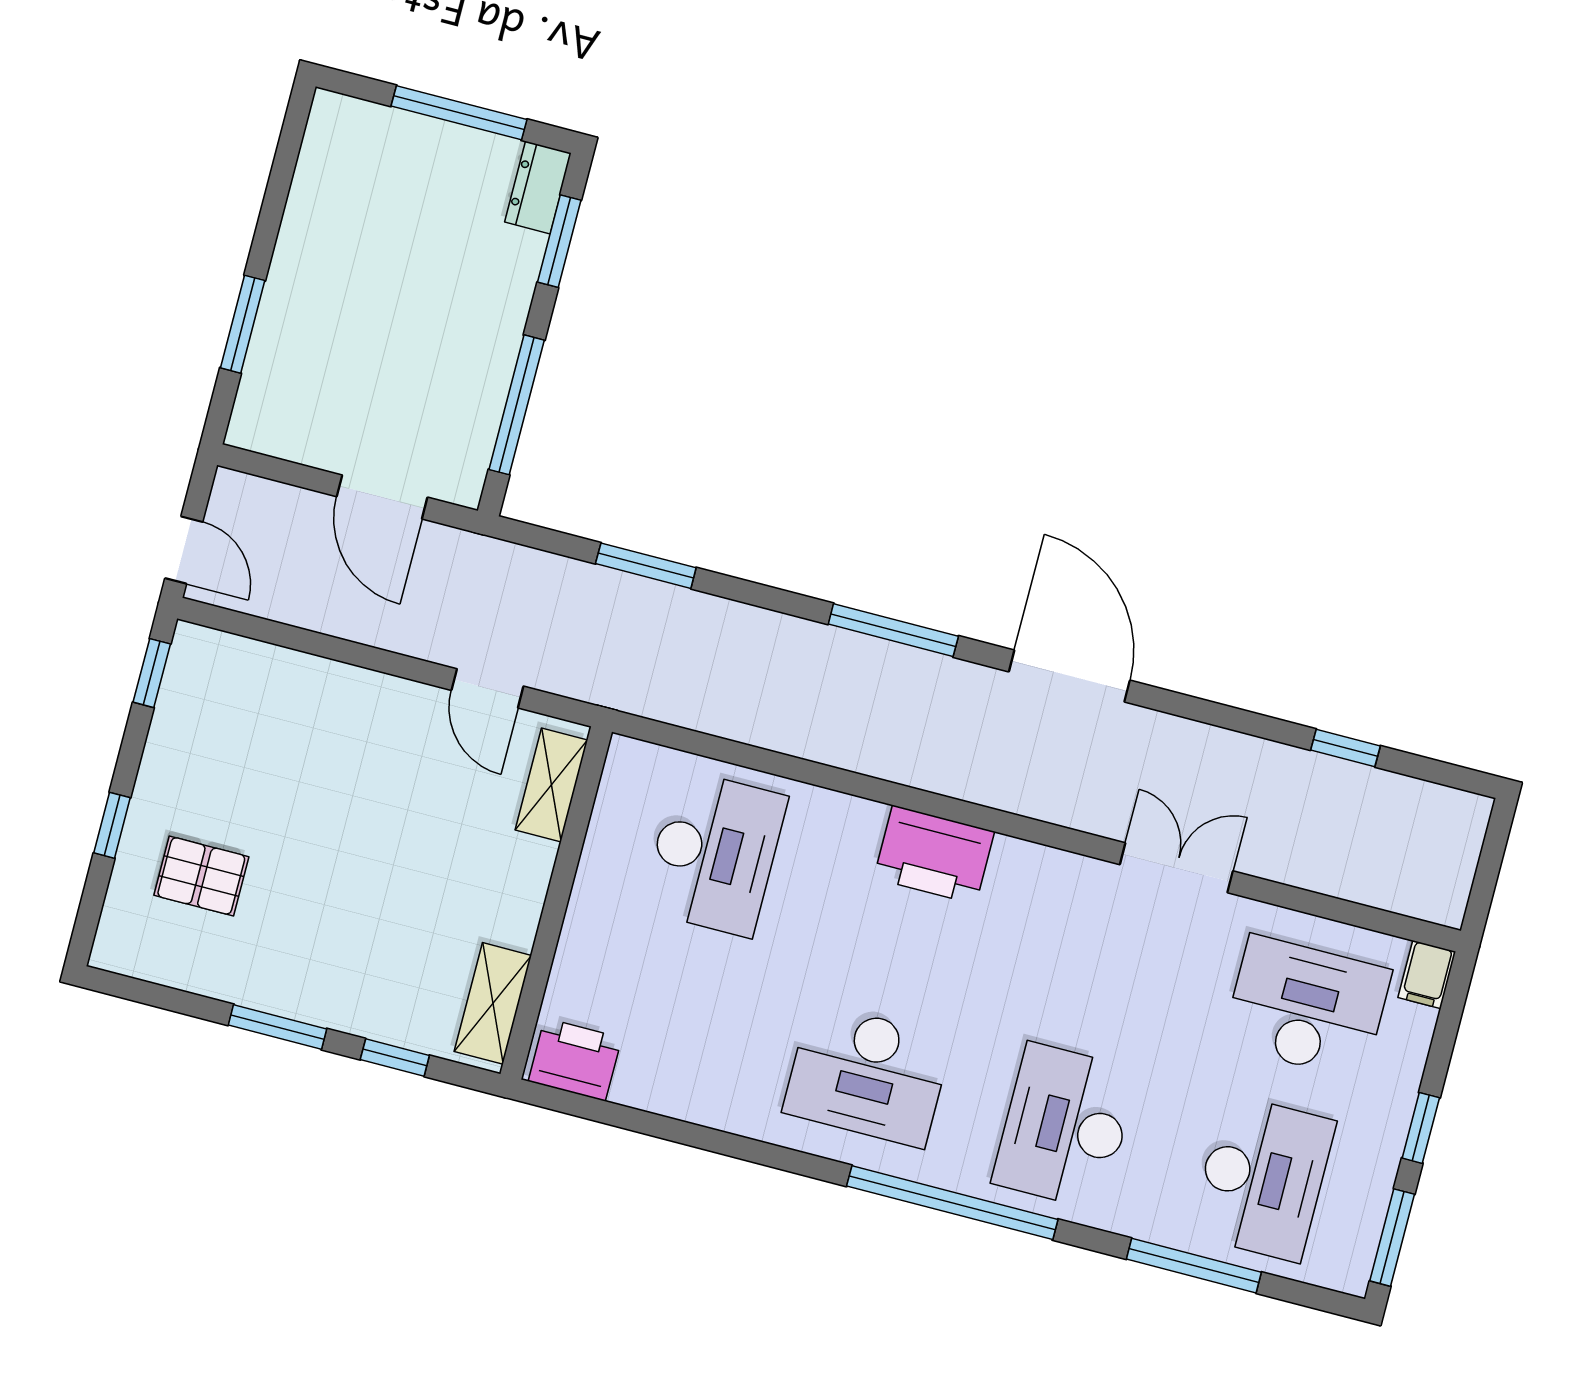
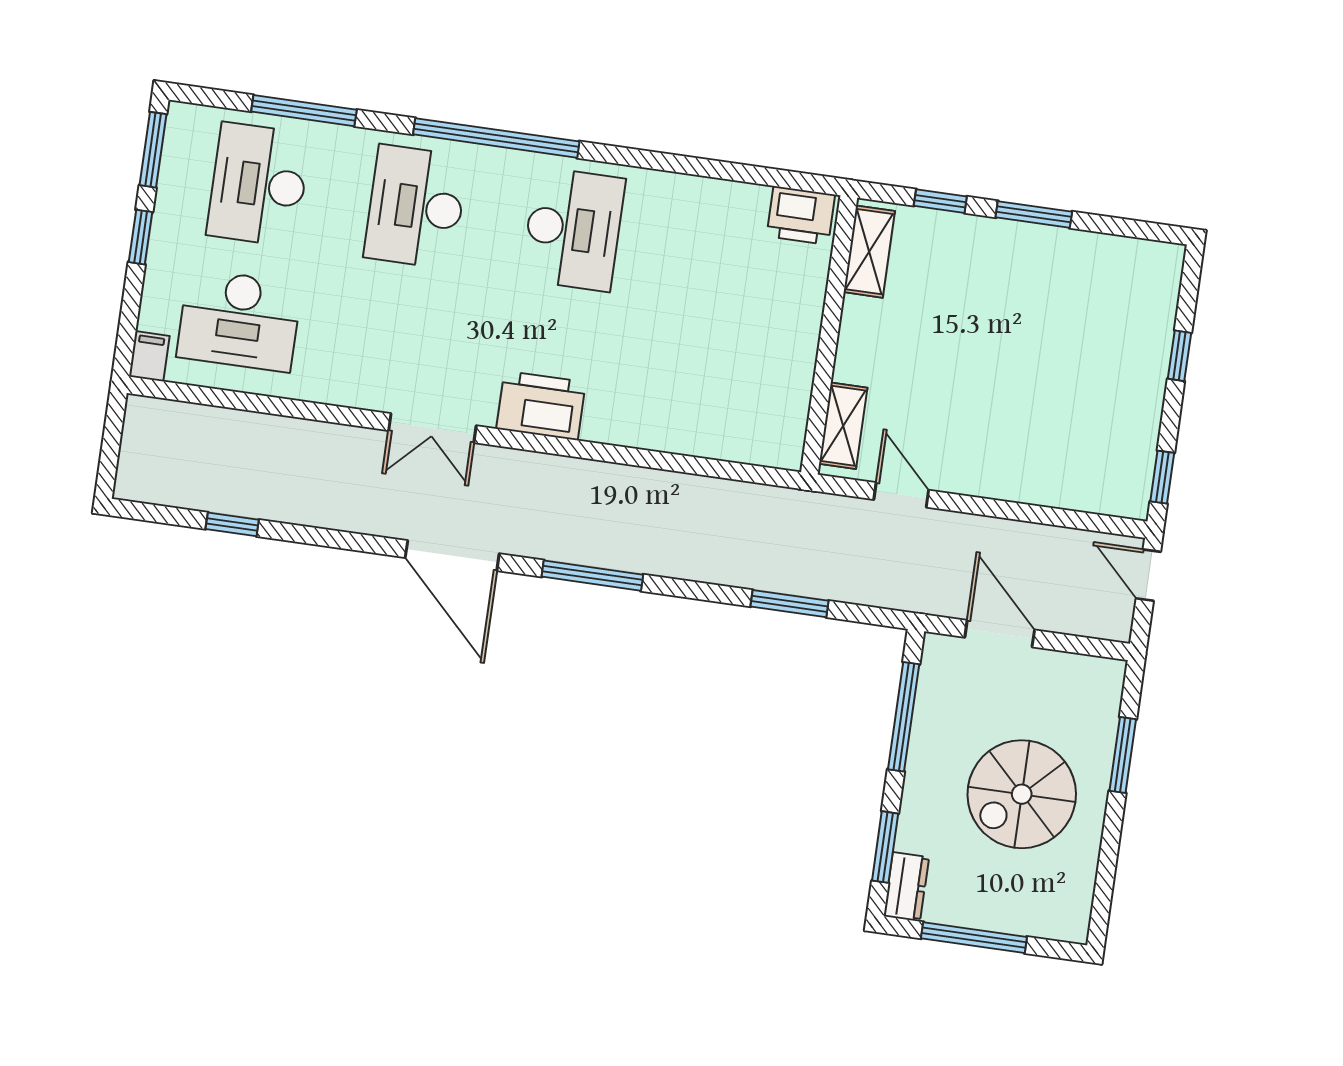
spiral stairs: (377, 289) -> (1022, 794), added
desk: (714, 853) -> (711, 387), removed
double door: (1176, 868) -> (432, 428), moved
pallet: (201, 876) -> (1106, 325), removed
desk: (868, 1075) -> (573, 229), turned 90
desk: (1065, 1126) -> (416, 207), turned 180

